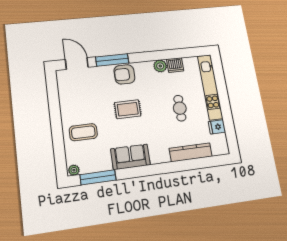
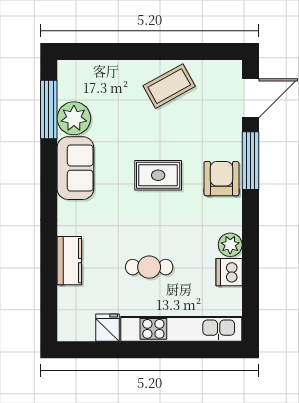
rug: (128, 109) -> (158, 175), turned 90
coffee table: (83, 132) -> (169, 86), moved, turned 61
kitchen counter: (191, 152) -> (69, 261), width x0.67
plant: (74, 170) -> (74, 118), moved, width x1.87, depth x1.87

